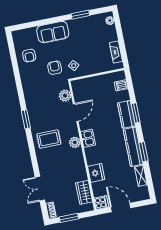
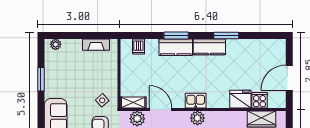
kitchen counter: (133, 147) -> (209, 47), width x0.67
shelving: (141, 176) -> (133, 102), moved
cooker: (101, 203) -> (259, 100), moved

